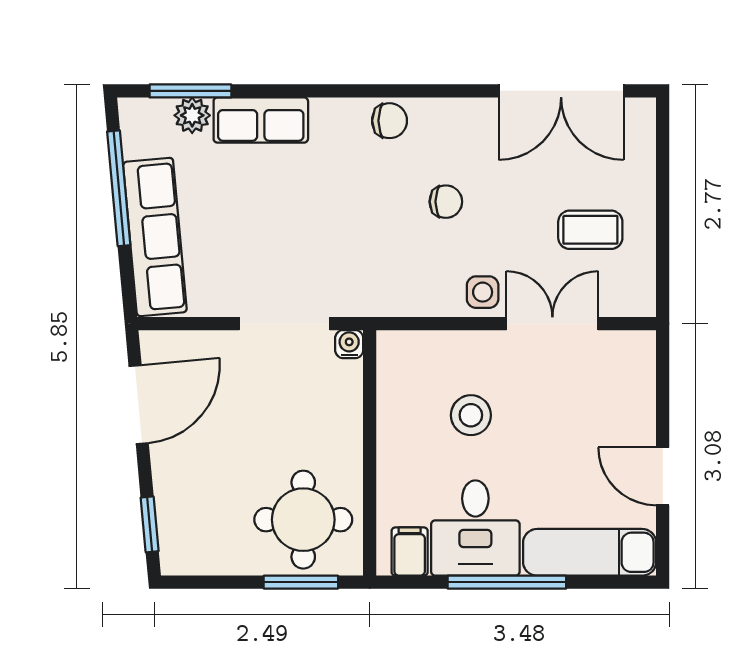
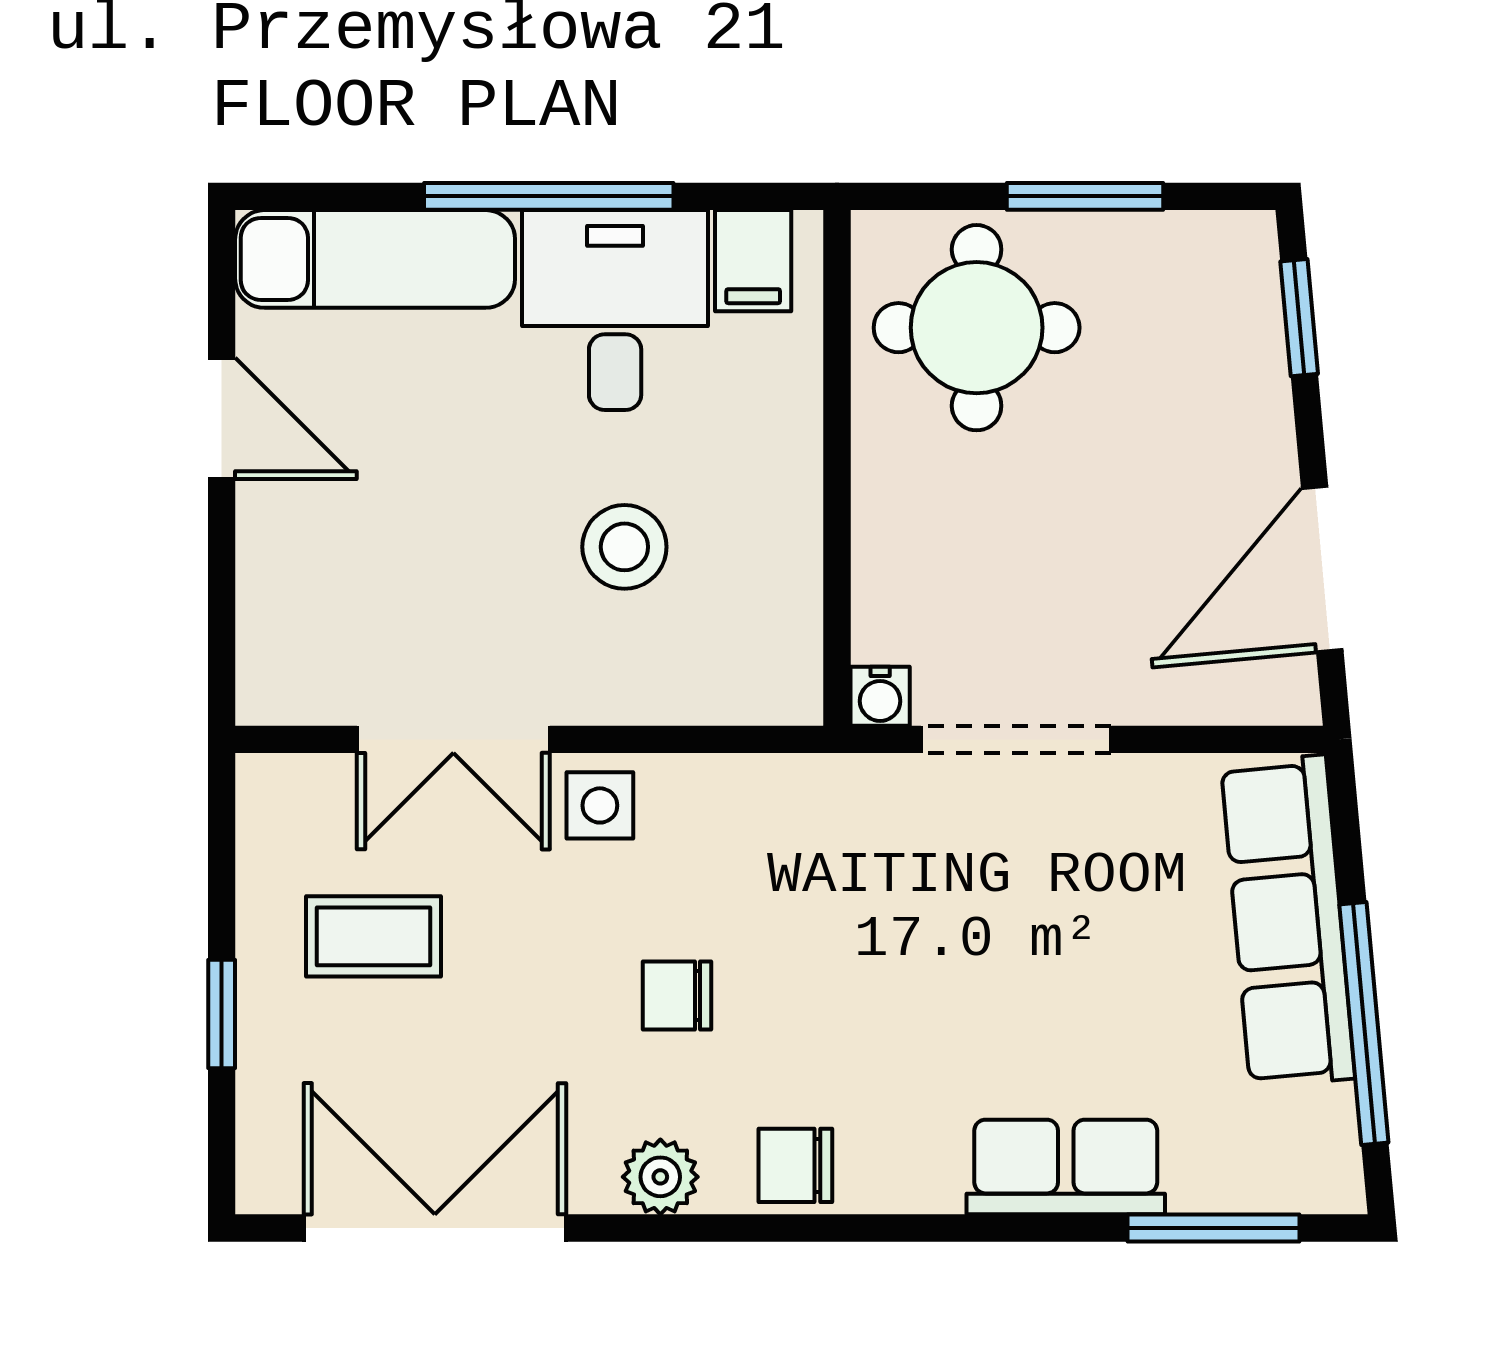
plant: (192, 115) -> (660, 1177), moved
window: (663, 193) -> (222, 1014), added
window: (301, 582) -> (1085, 196), moved

